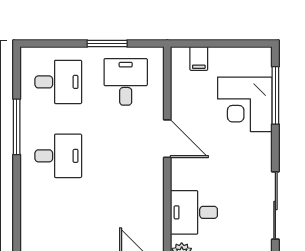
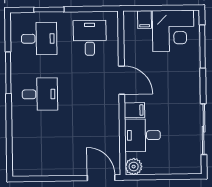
window: (107, 43) -> (49, 10), moved
corner desk: (245, 104) -> (173, 31), moved, turned -90
filing cabinet: (184, 179) -> (134, 110), added

